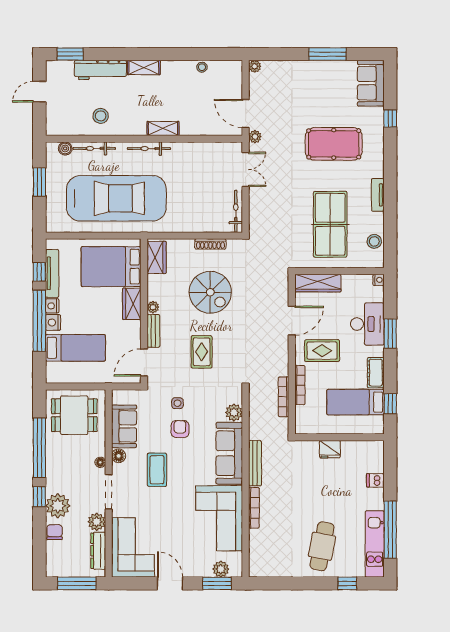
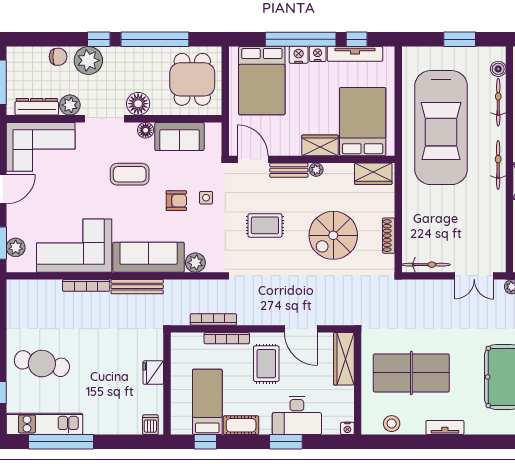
bed: (75, 348) -> (262, 81), width x1.50
floor lamp: (100, 462) -> (138, 104), width x1.89, depth x1.89
dishwasher: (375, 480) -> (150, 425), moved

